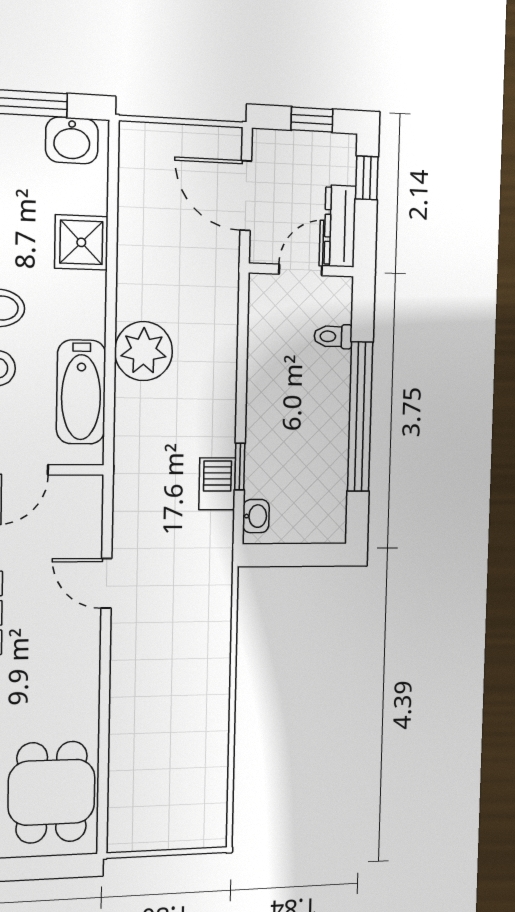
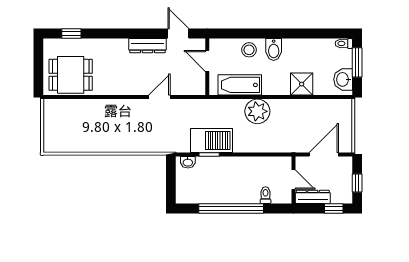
barbecue: (217, 484) -> (212, 141), width x1.88, depth x1.53

